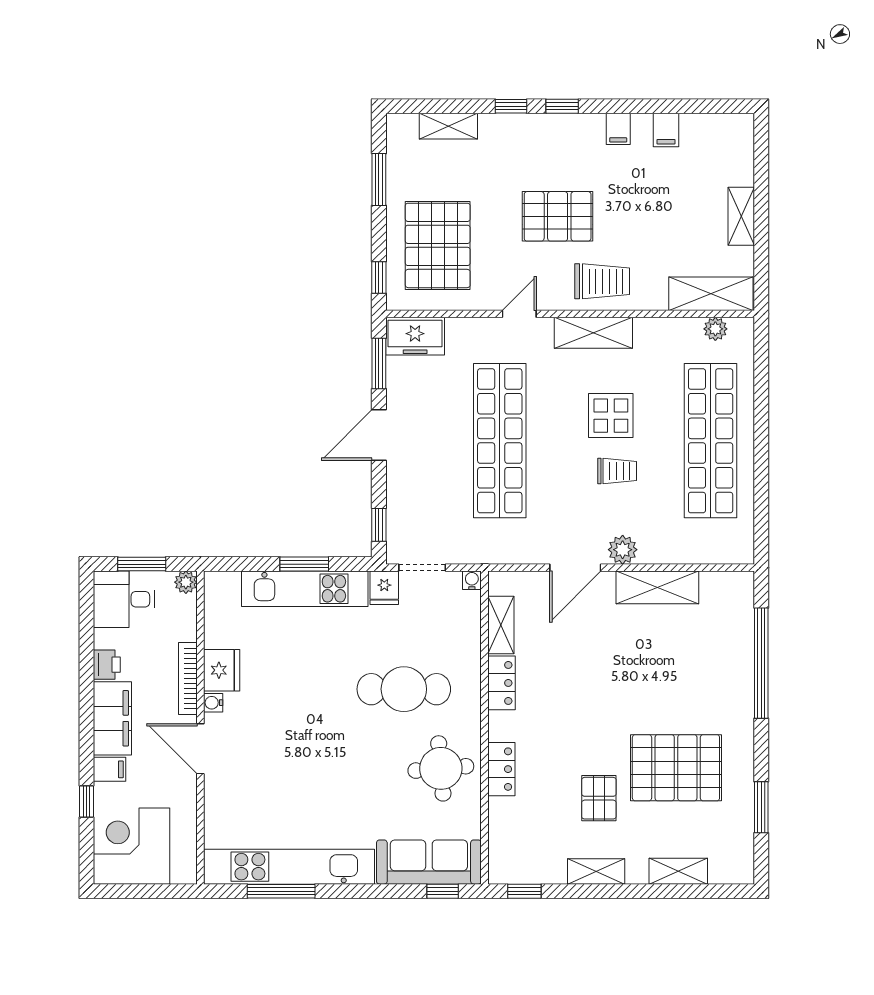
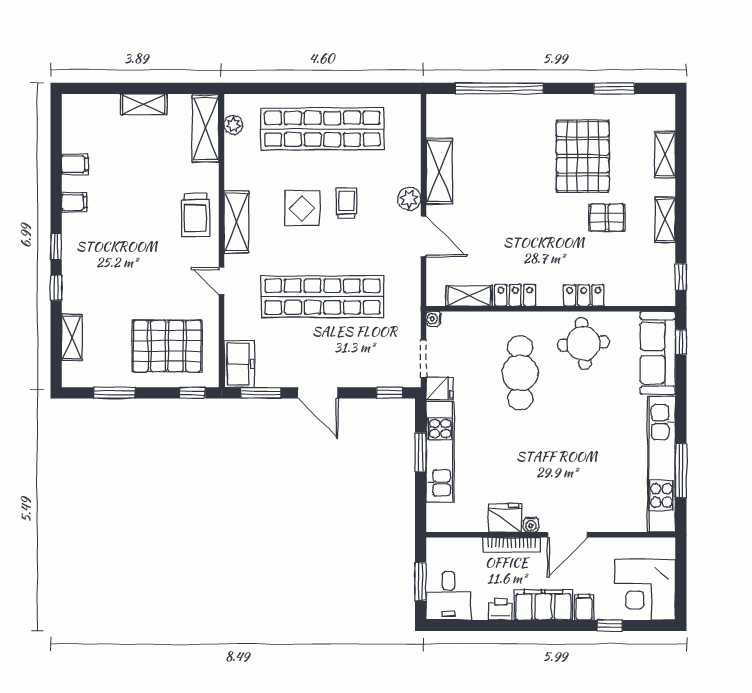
pallet: (558, 216) -> (144, 251), removed
trolley: (602, 281) -> (195, 215), turned 180
plant: (186, 582) -> (435, 546), removed

